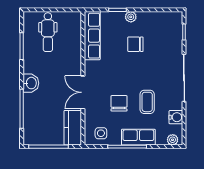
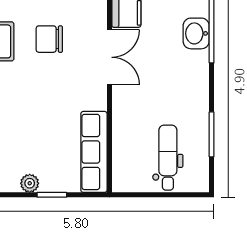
chair: (135, 44) -> (22, 138), removed
washbasin: (31, 83) -> (196, 33), moved
chair: (119, 103) -> (49, 39), turned 90

